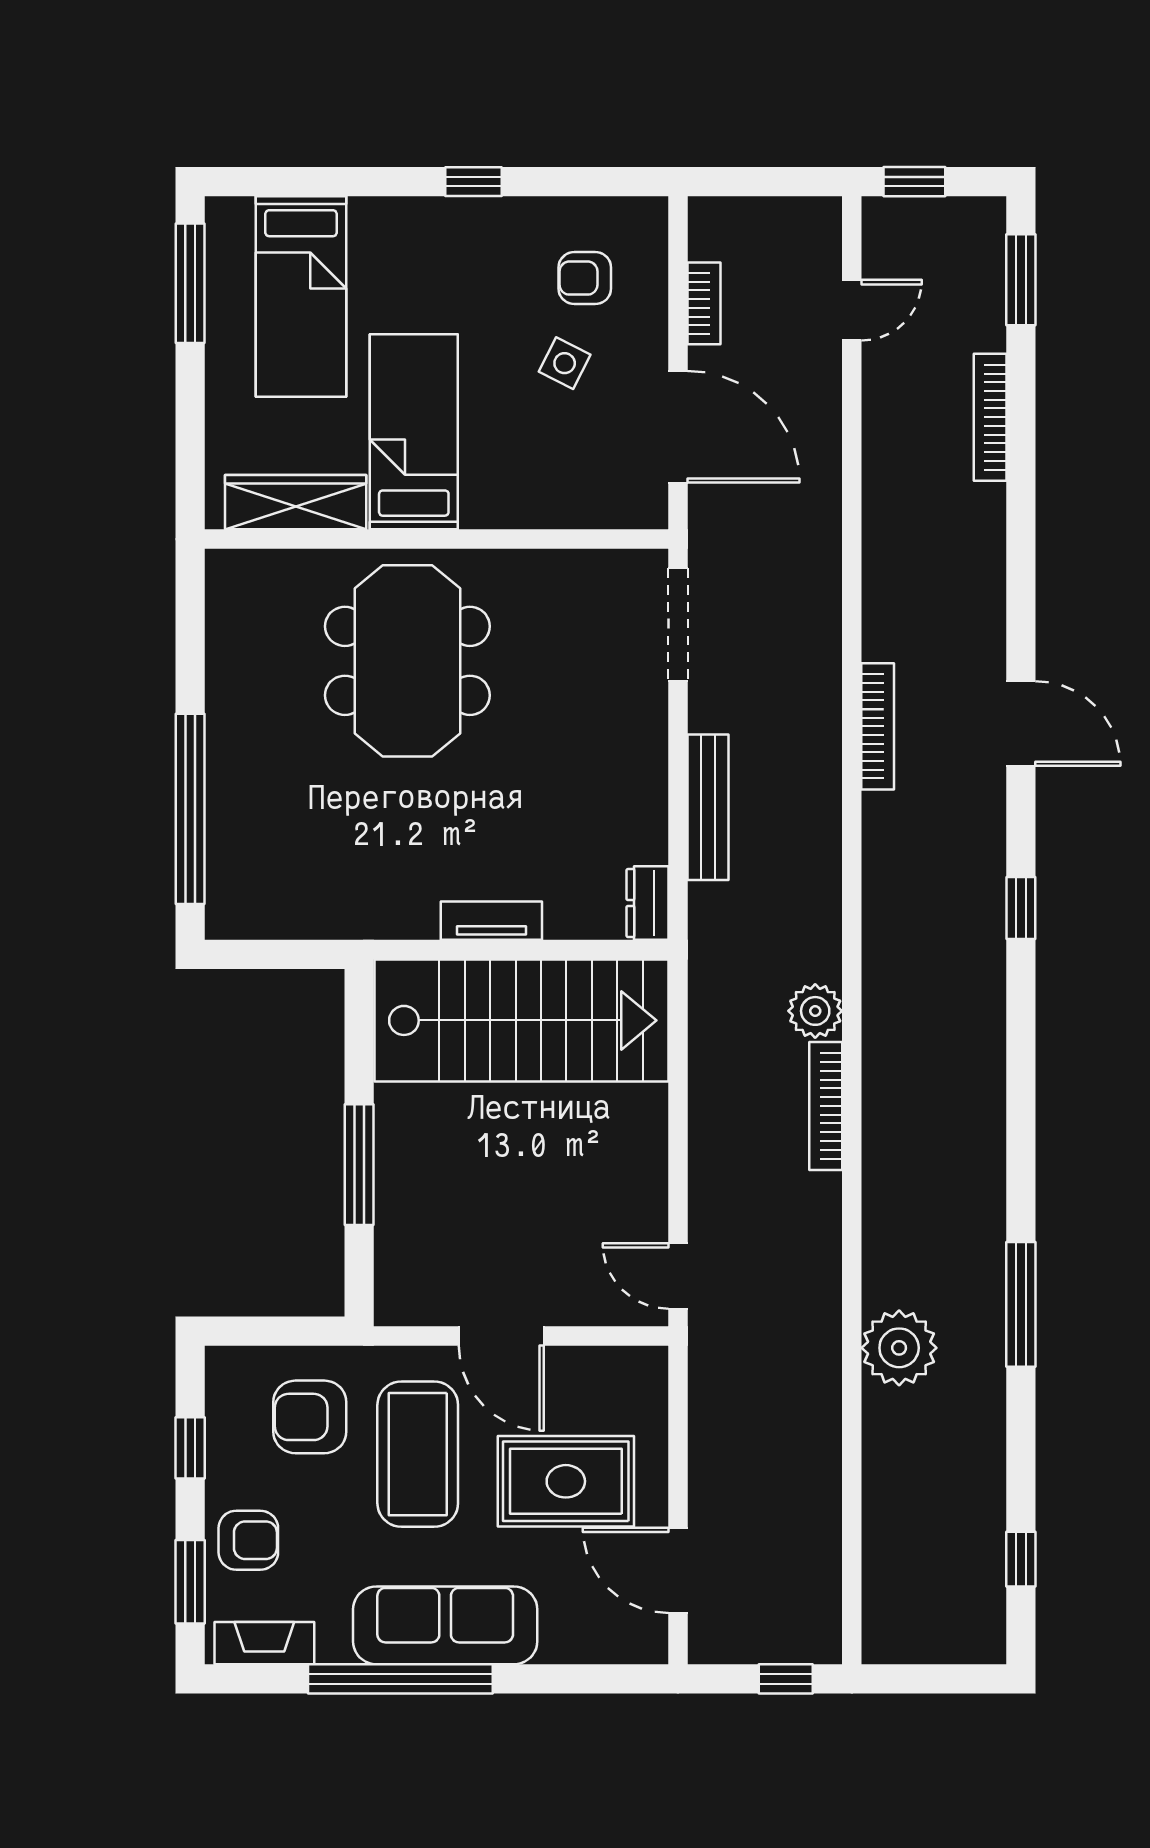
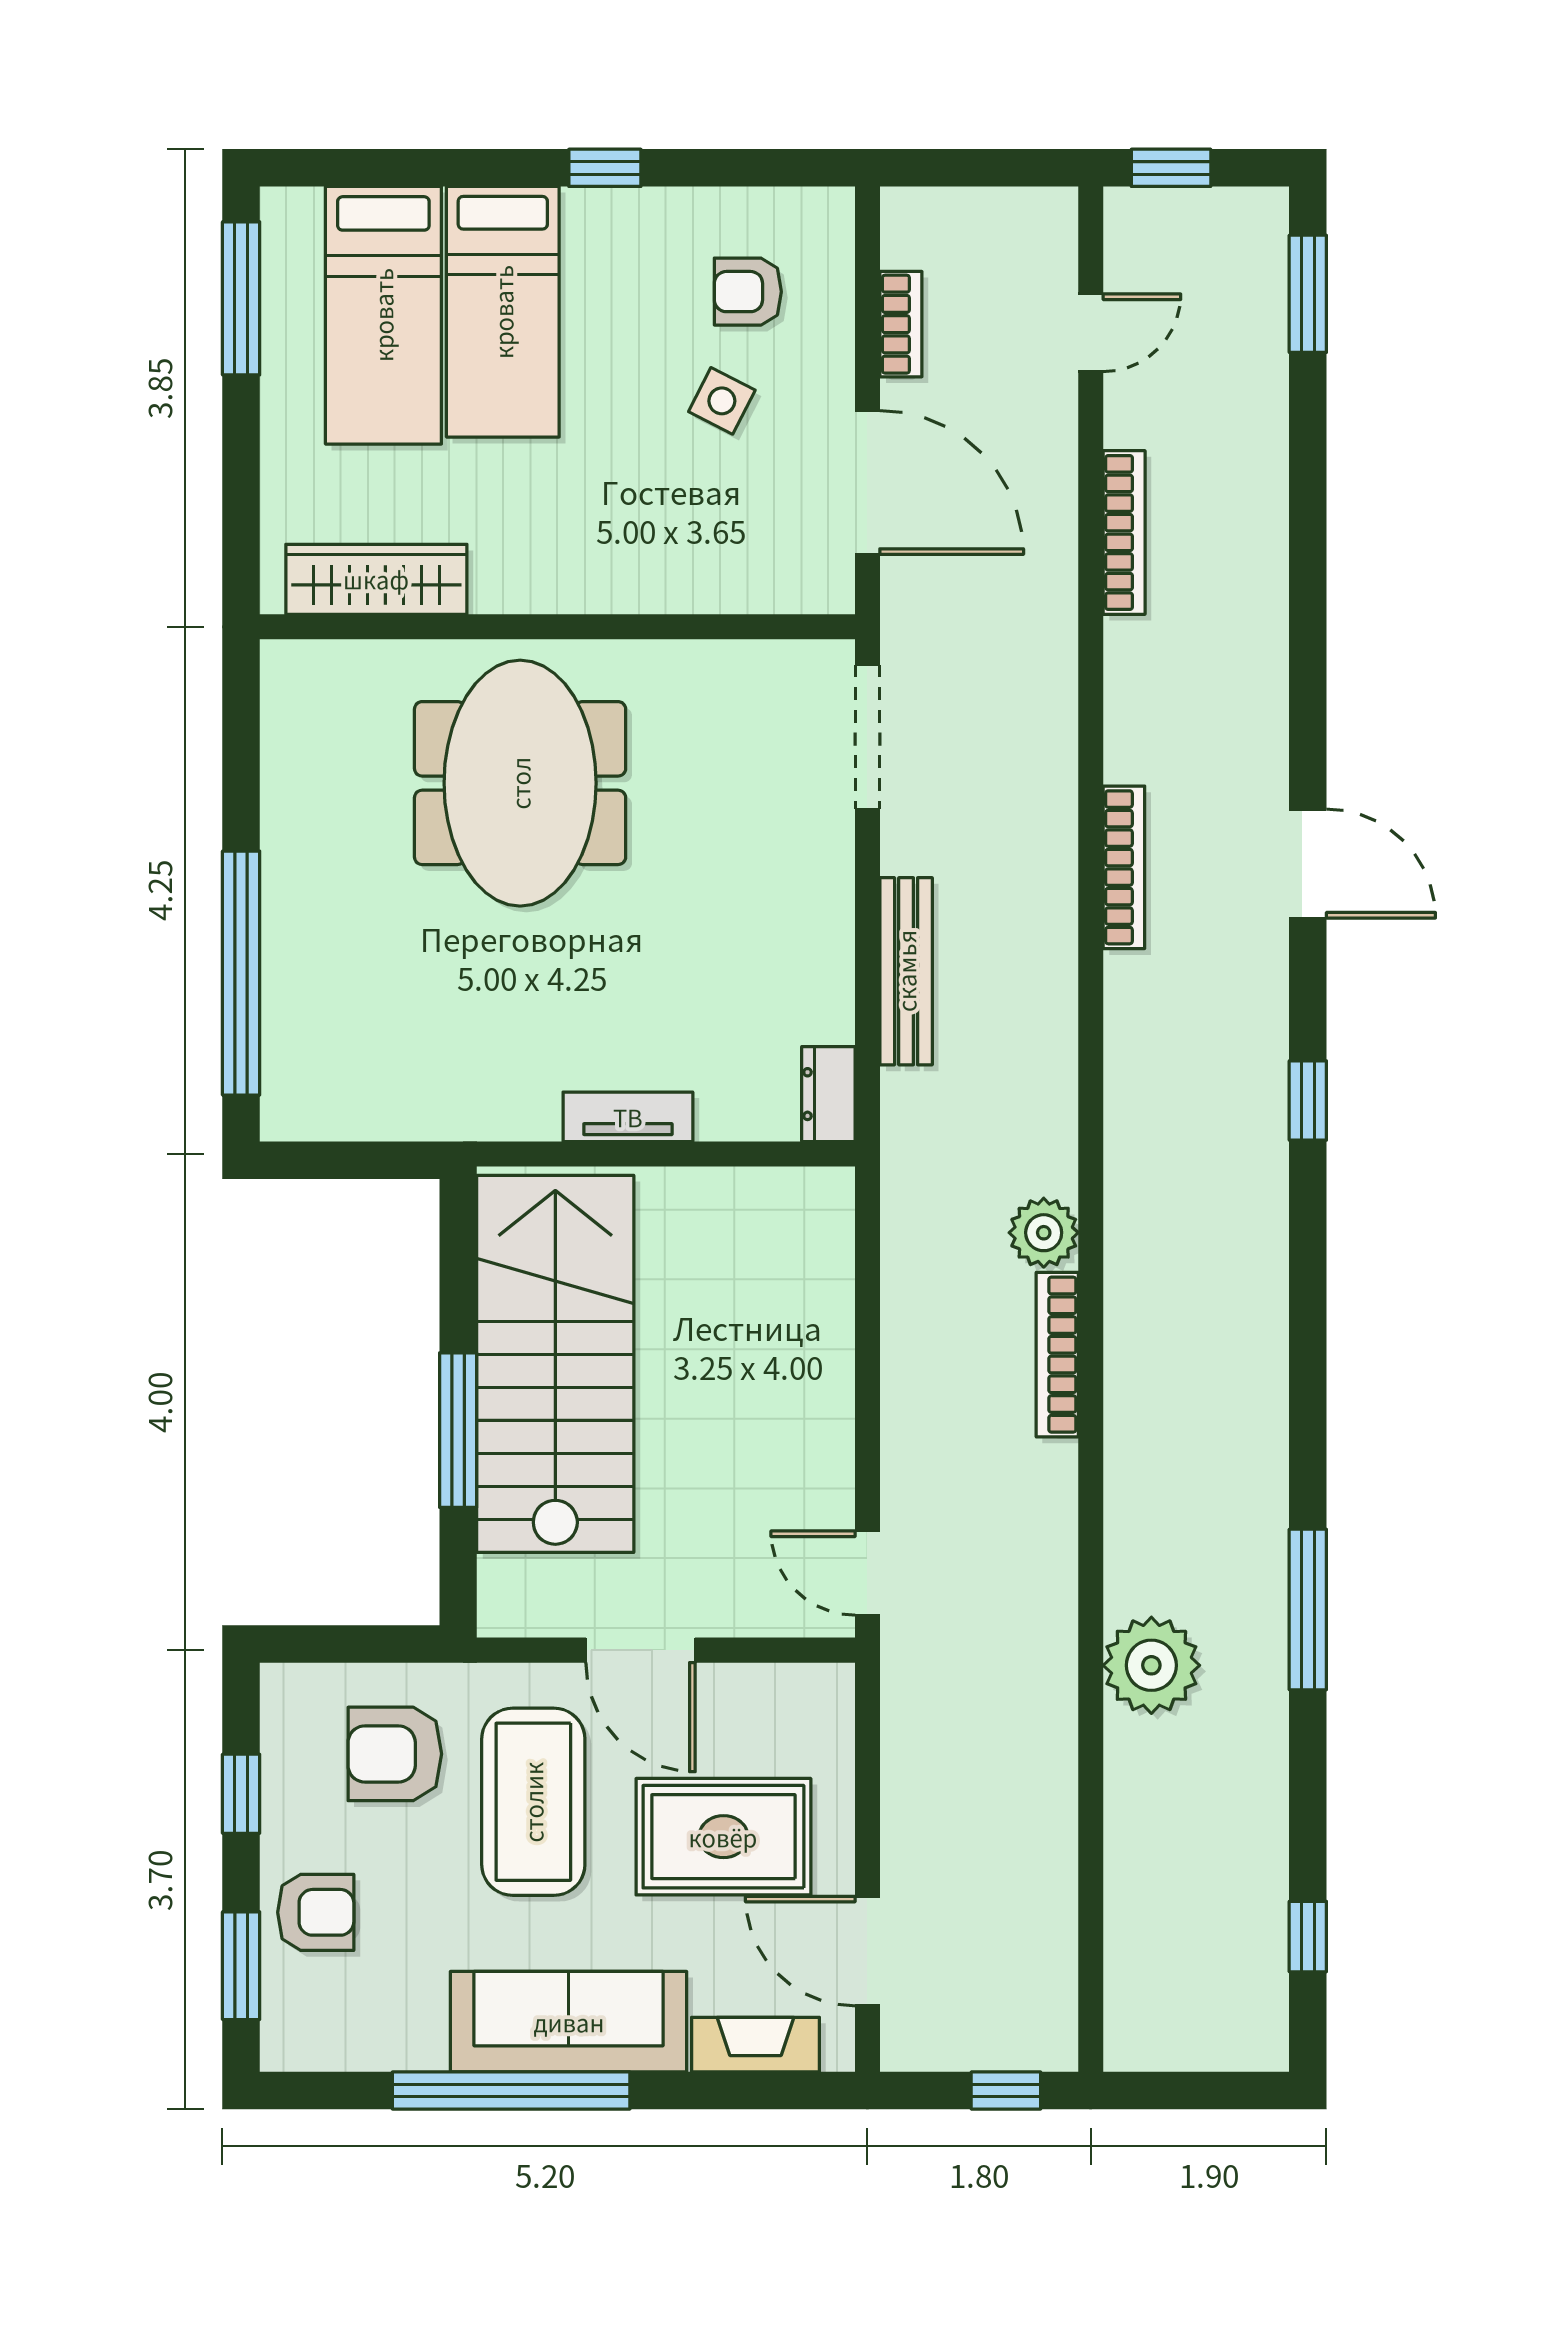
bookcase: (990, 417) -> (1124, 532), moved, turned 180
bed: (414, 432) -> (503, 312), moved, turned 180
stairs: (521, 1020) -> (555, 1364), moved, turned -90
fireplace: (264, 1643) -> (756, 2045), moved

